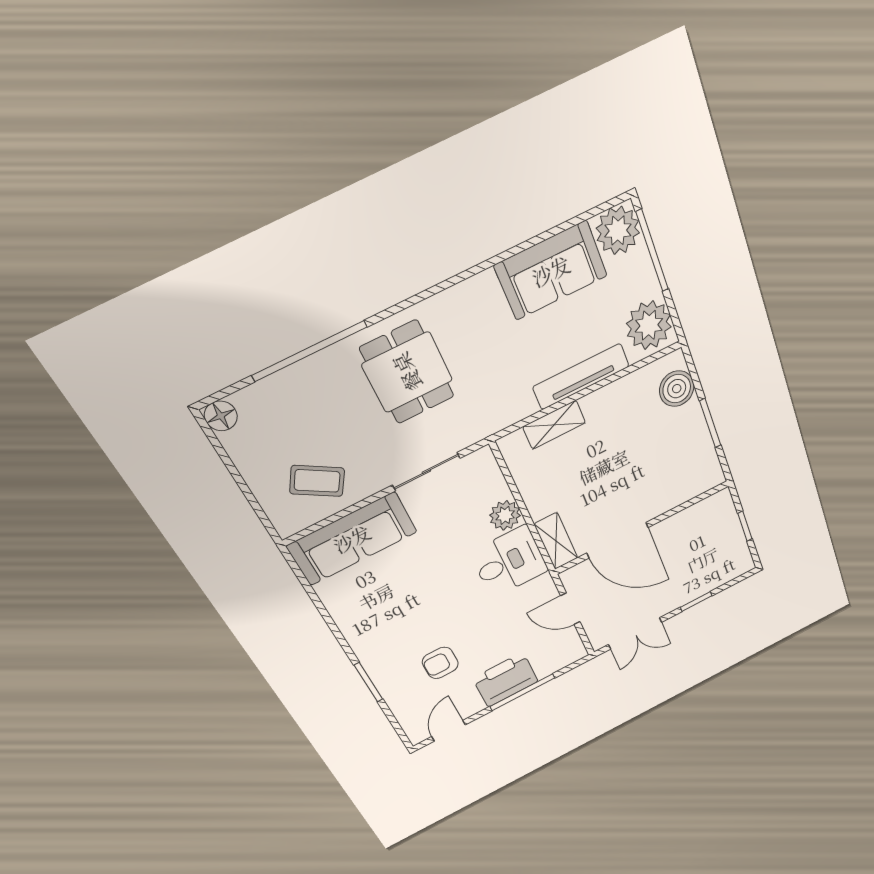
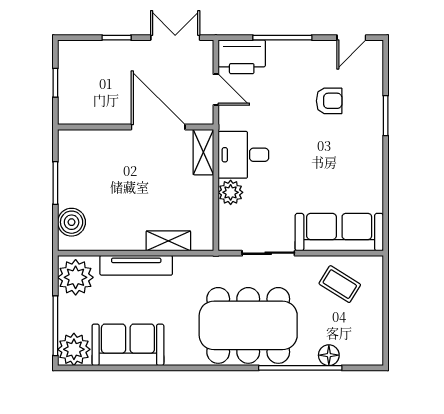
dining table: (407, 372) -> (248, 325), width x1.88, depth x1.24
floor lamp: (221, 416) -> (329, 355), moved
printer: (505, 680) -> (242, 57), moved

